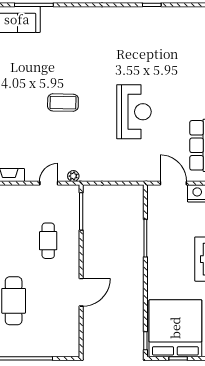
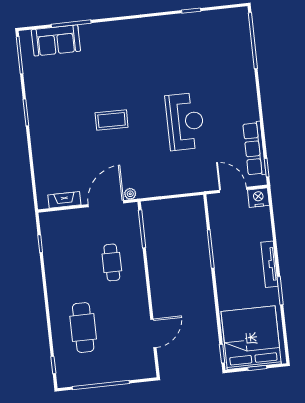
door: (49, 183) -> (106, 204), width x1.87
door: (81, 292) -> (153, 333), moved

